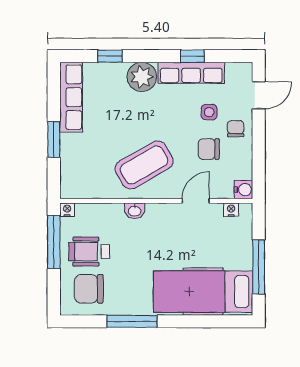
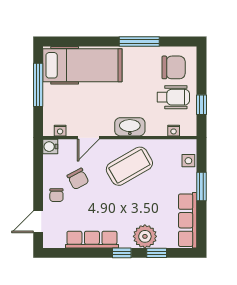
window: (193, 56) -> (122, 253), moved
plant: (142, 77) -> (145, 236), moved
side table: (209, 112) -> (188, 161), moved
chair: (209, 149) -> (78, 179), turned 62
nightstand: (67, 210) -> (174, 131), moved
washbasin: (135, 211) -> (130, 127), width x1.91, depth x1.45
window: (54, 242) -> (201, 105), width x0.46

